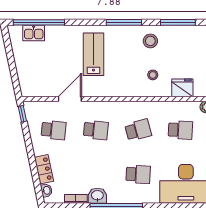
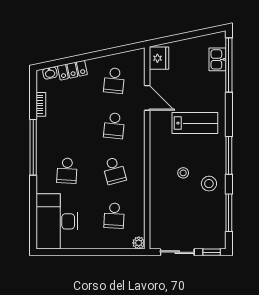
stool: (153, 75) -> (183, 173), moved
fridge: (182, 88) -> (159, 58), moved
window: (22, 114) -> (131, 47), removed
washbasin: (97, 196) -> (44, 127), removed

